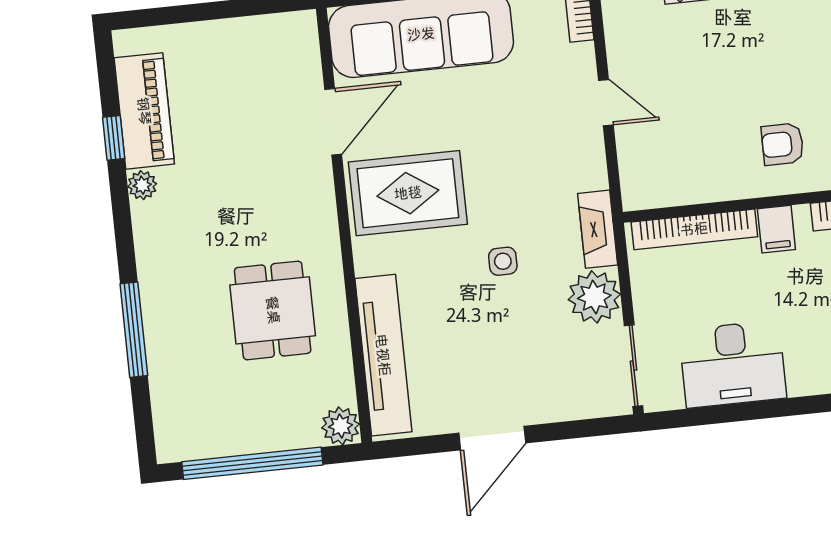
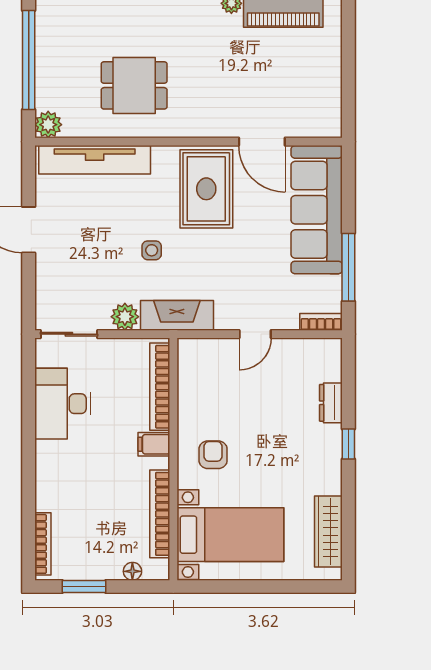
fireplace: (598, 229) -> (177, 315), width x1.37, depth x1.32
plant: (594, 297) -> (125, 317), width x0.73, depth x0.73

